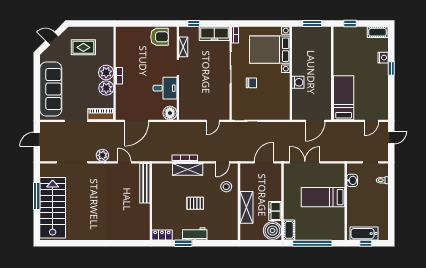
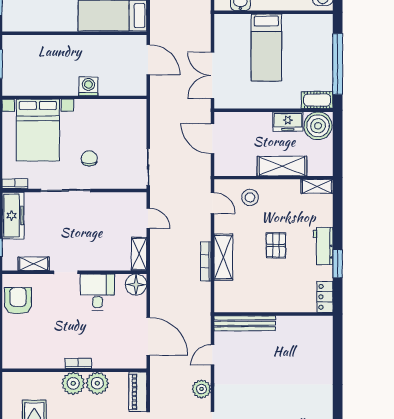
shelving: (190, 115) -> (139, 254), added
shelving: (233, 230) -> (317, 186), added

